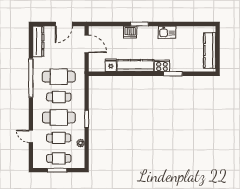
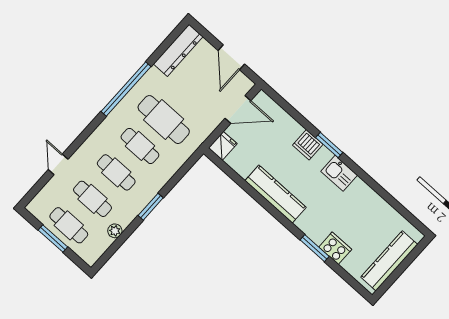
door: (64, 24) -> (231, 57), hinge flipped
kitchen sink: (167, 32) -> (339, 173), moved
door: (87, 44) -> (238, 109), hinge flipped
fridge: (111, 65) -> (223, 146), moved
cooker: (162, 66) -> (335, 248), moved
cafe table: (59, 118) -> (116, 172), width x0.73, depth x0.74

